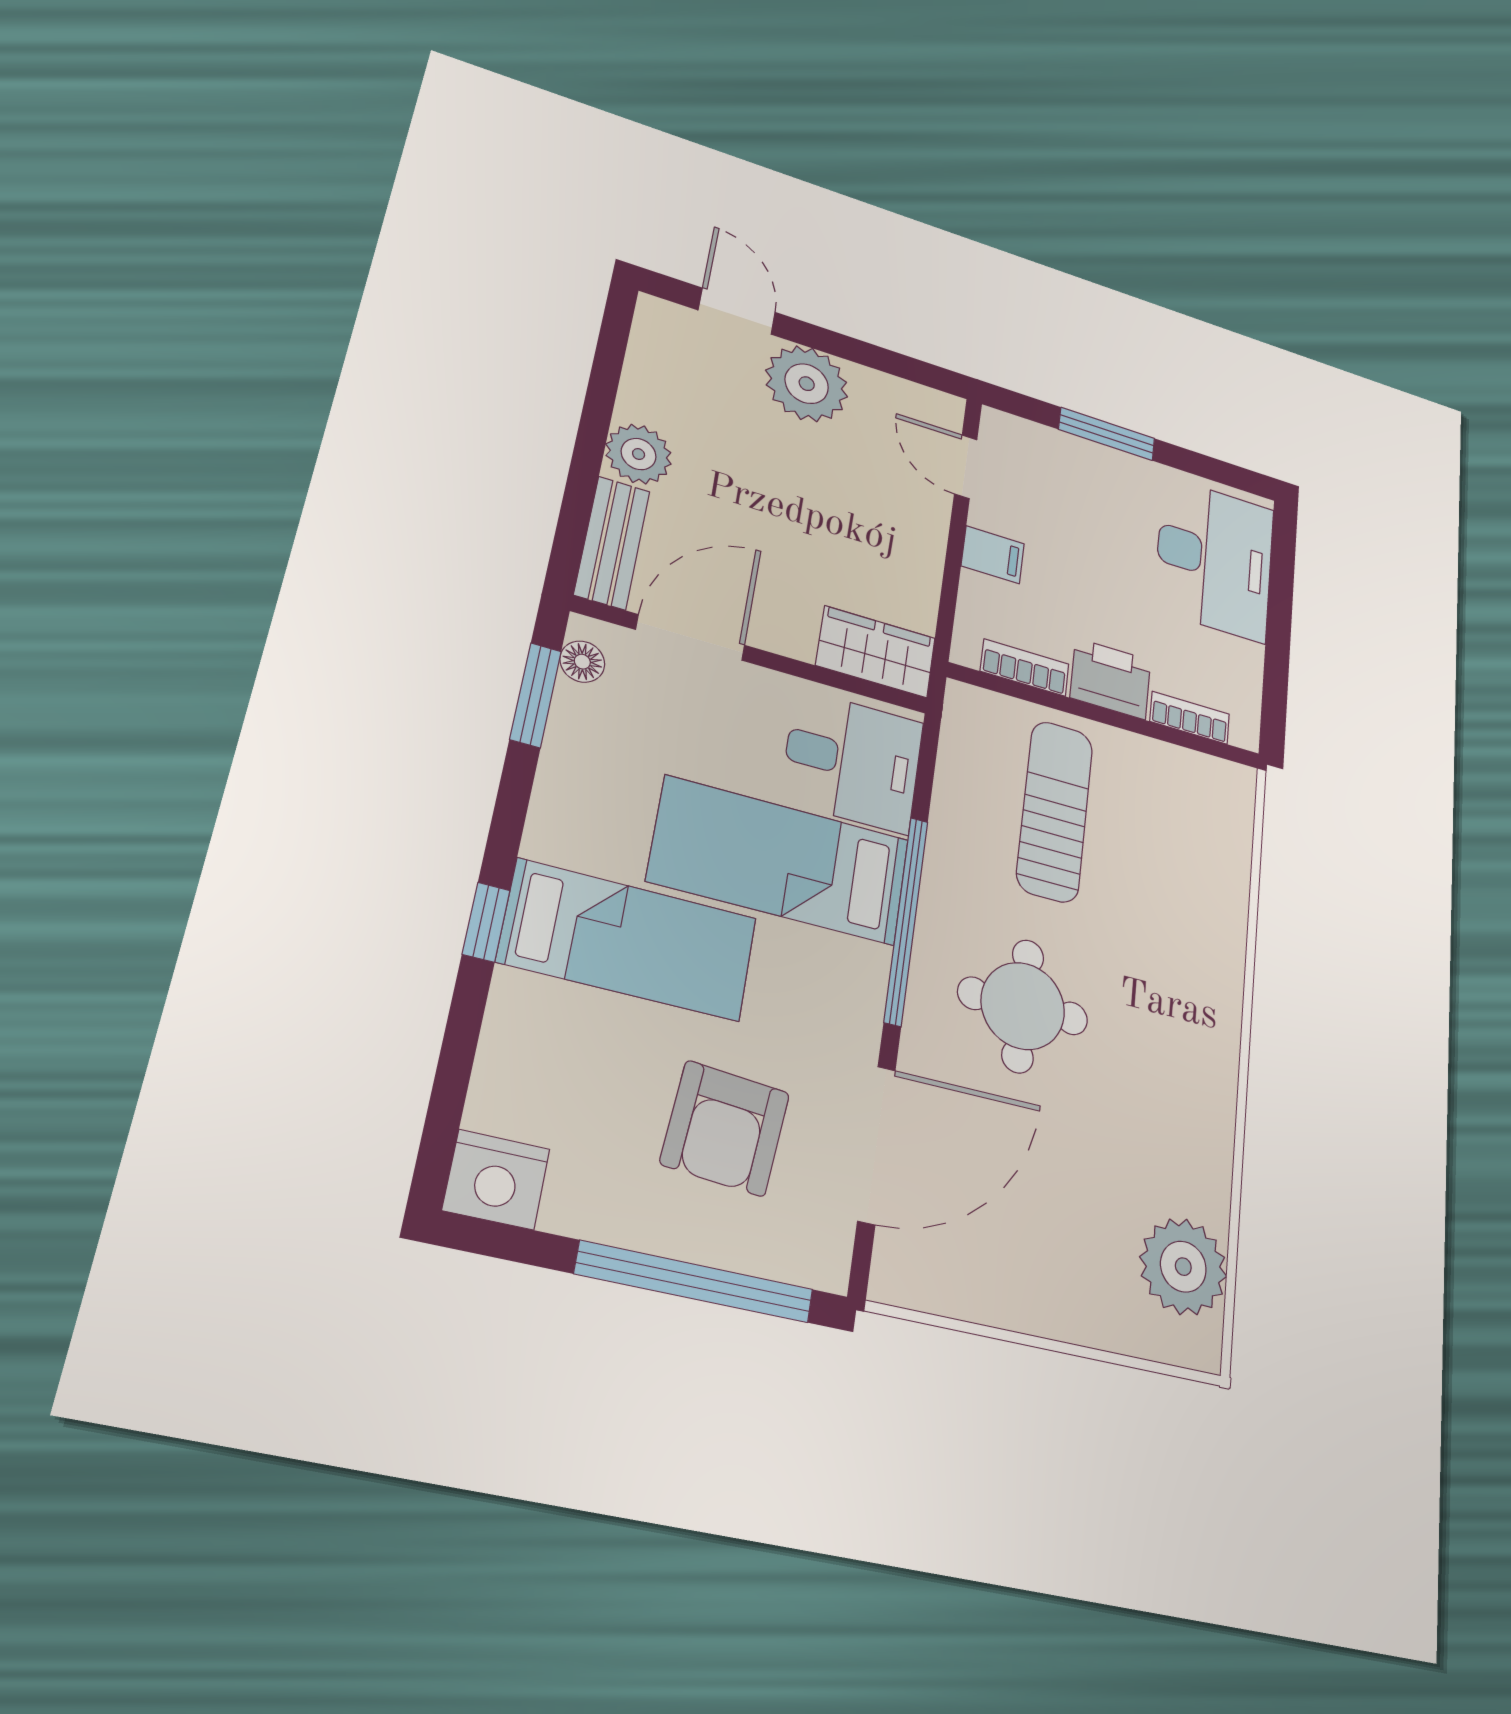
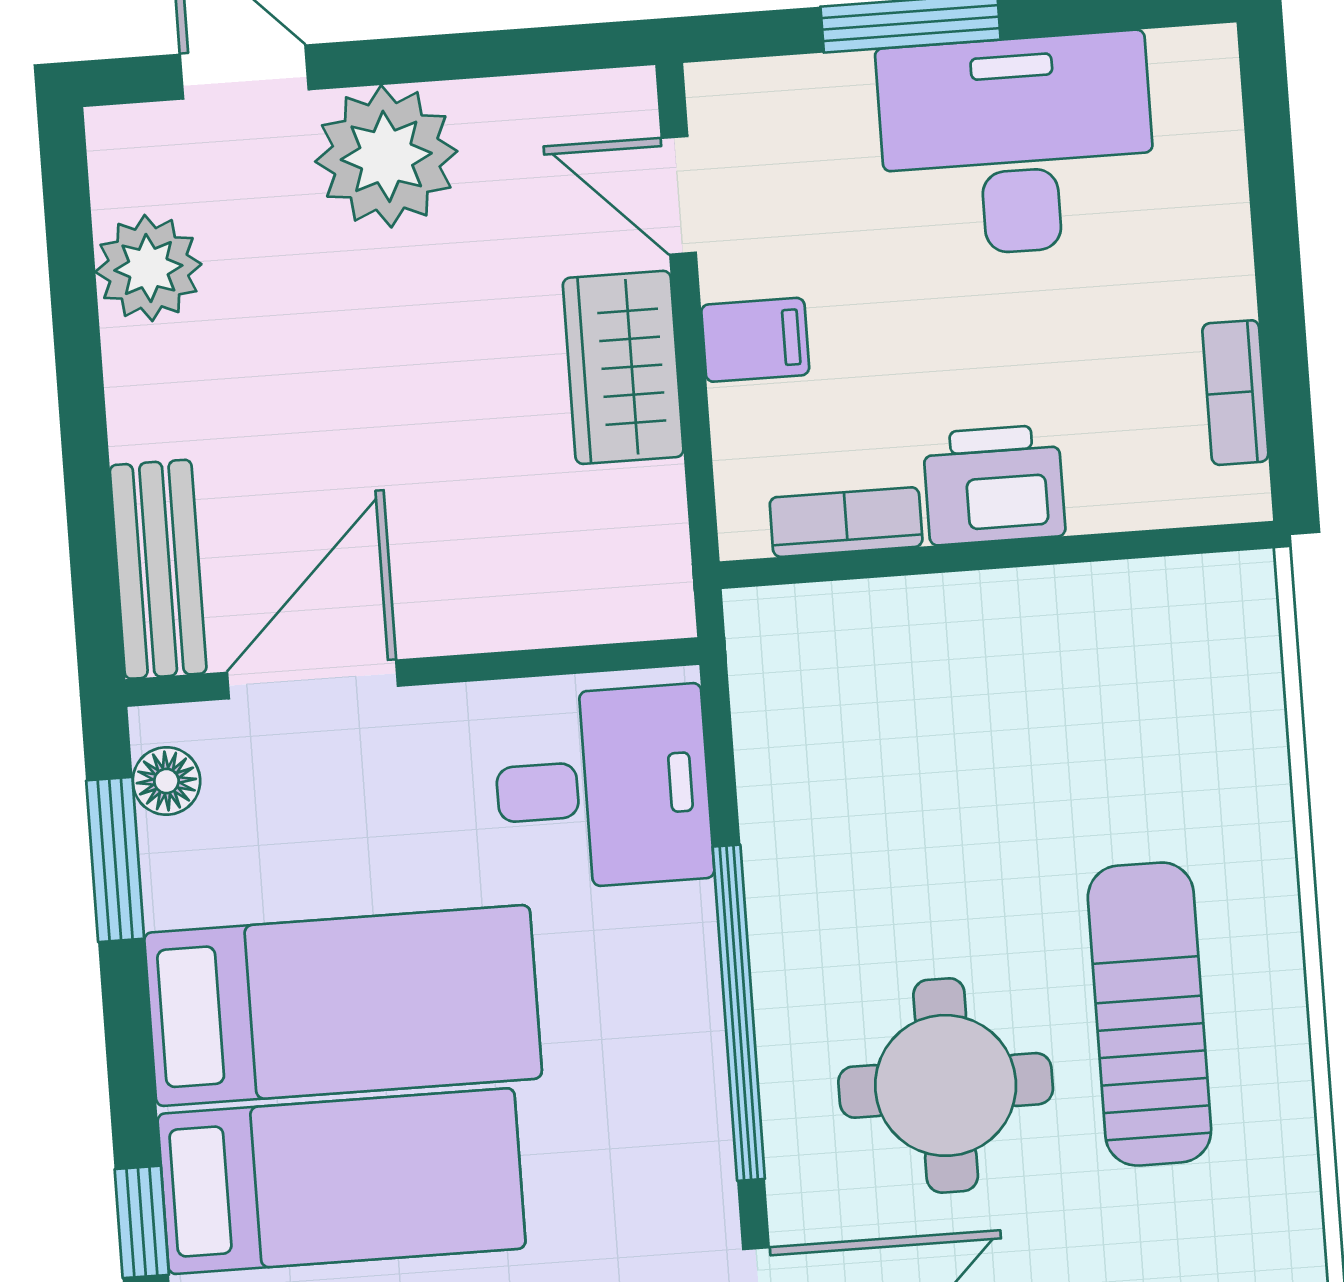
plant: (639, 454) -> (148, 268), moved
desk: (1214, 559) -> (1017, 145), moved, turned -90
wardrobe: (876, 652) -> (623, 367), moved, turned -90
bookcase: (1190, 718) -> (1235, 393), moved, turned -90
sun lounger: (1055, 811) -> (1149, 1014), moved
bed: (780, 860) -> (343, 1006), moved, turned 180

